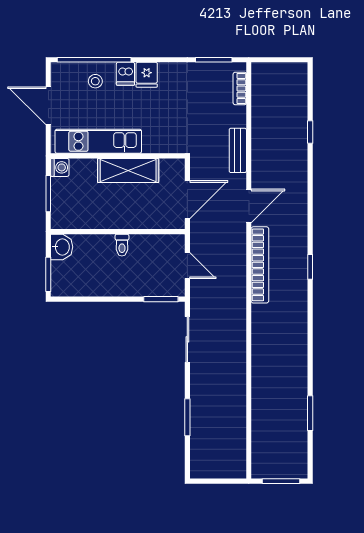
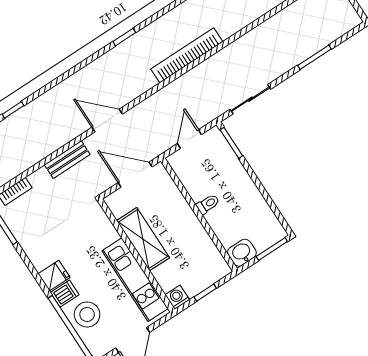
stool: (95, 81) -> (87, 314), width x1.89, depth x1.89
window: (48, 194) -> (205, 293), width x0.67
bookcase: (260, 265) -> (187, 55), moved

